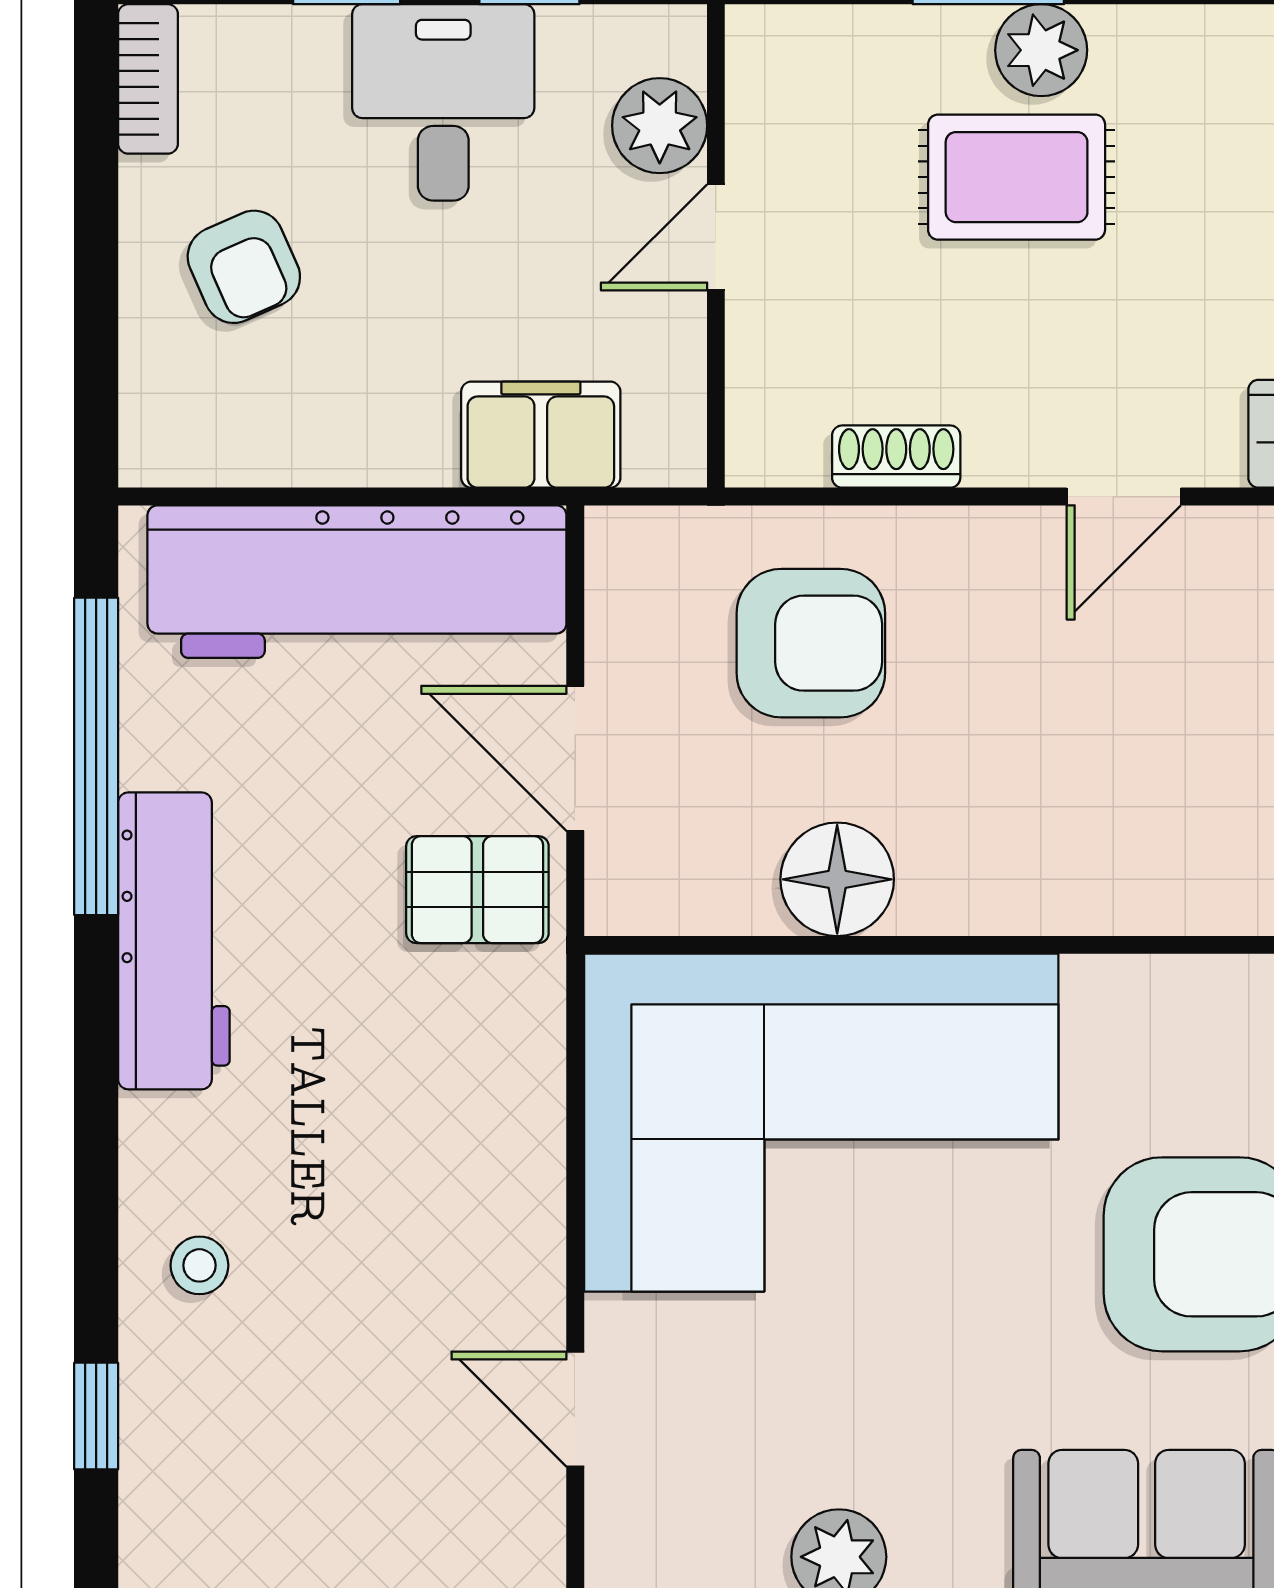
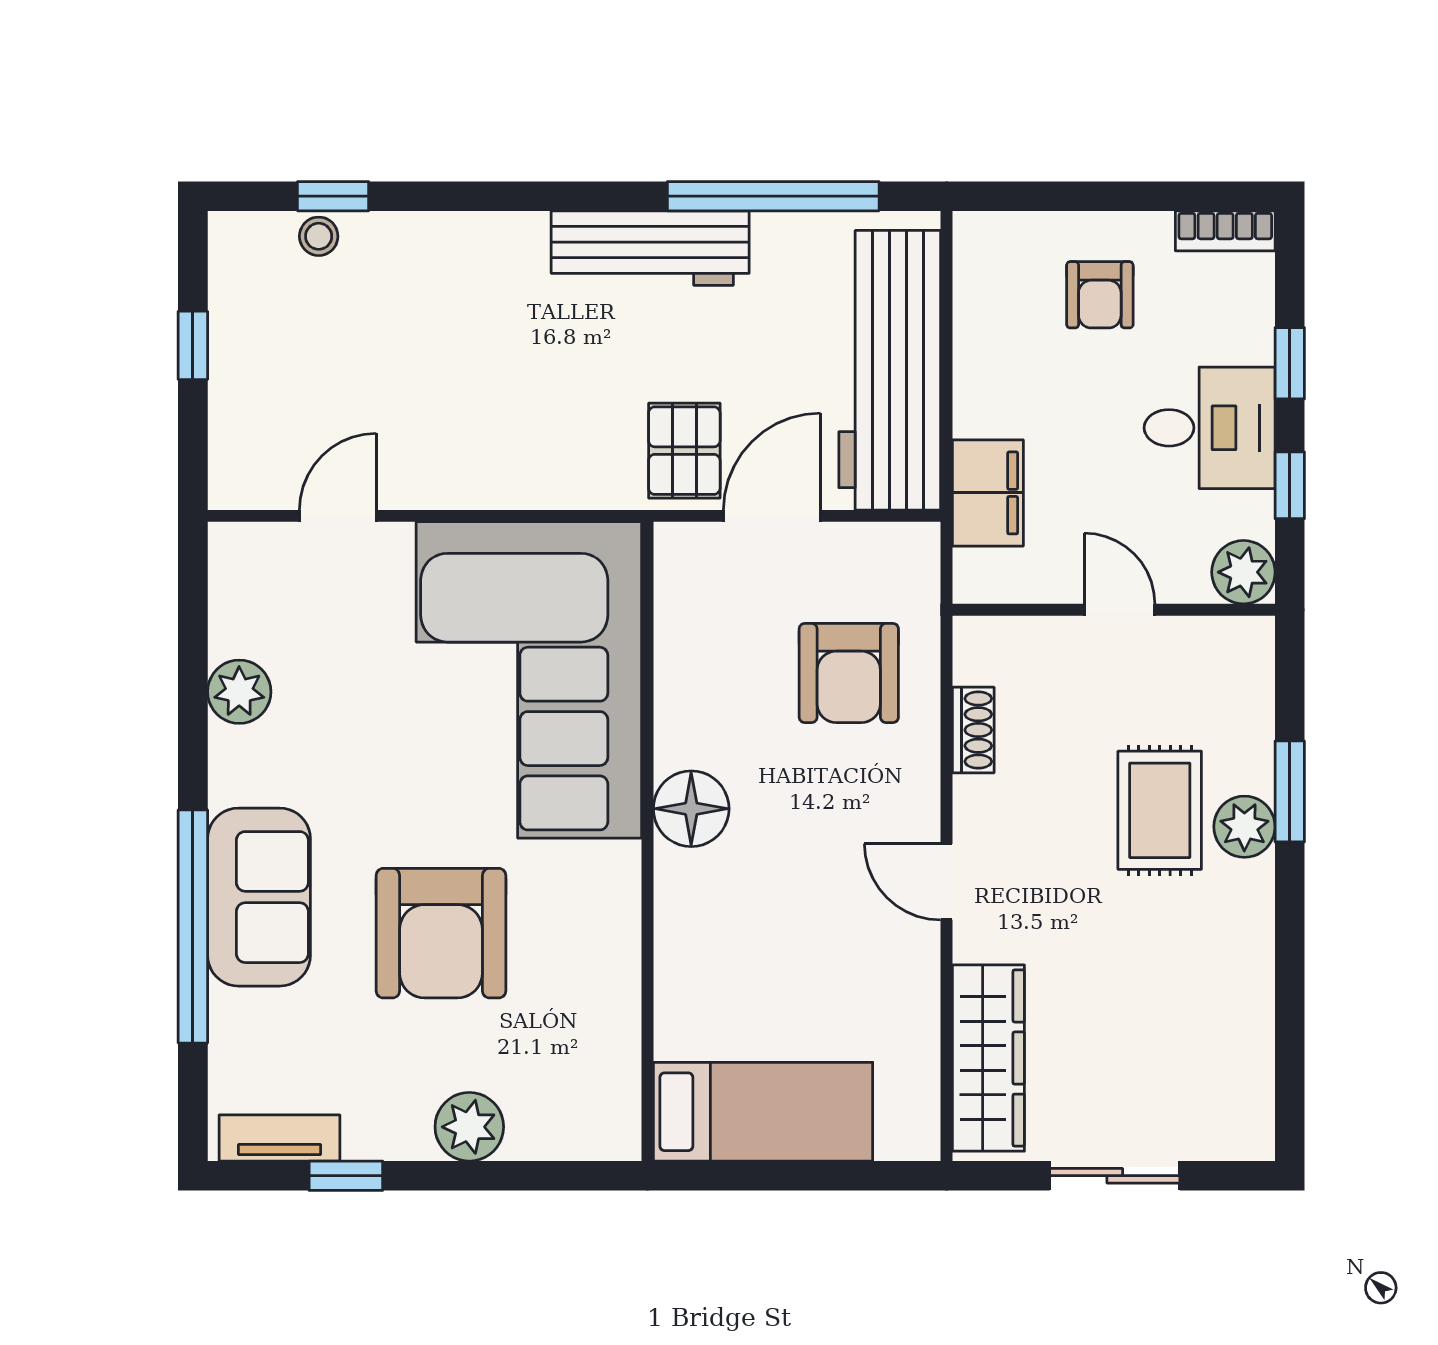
plant: (660, 126) -> (1243, 572), moved
armchair: (244, 267) -> (1100, 295), turned -66
floor lamp: (837, 879) -> (691, 809), moved
stool: (199, 1265) -> (319, 236), moved

